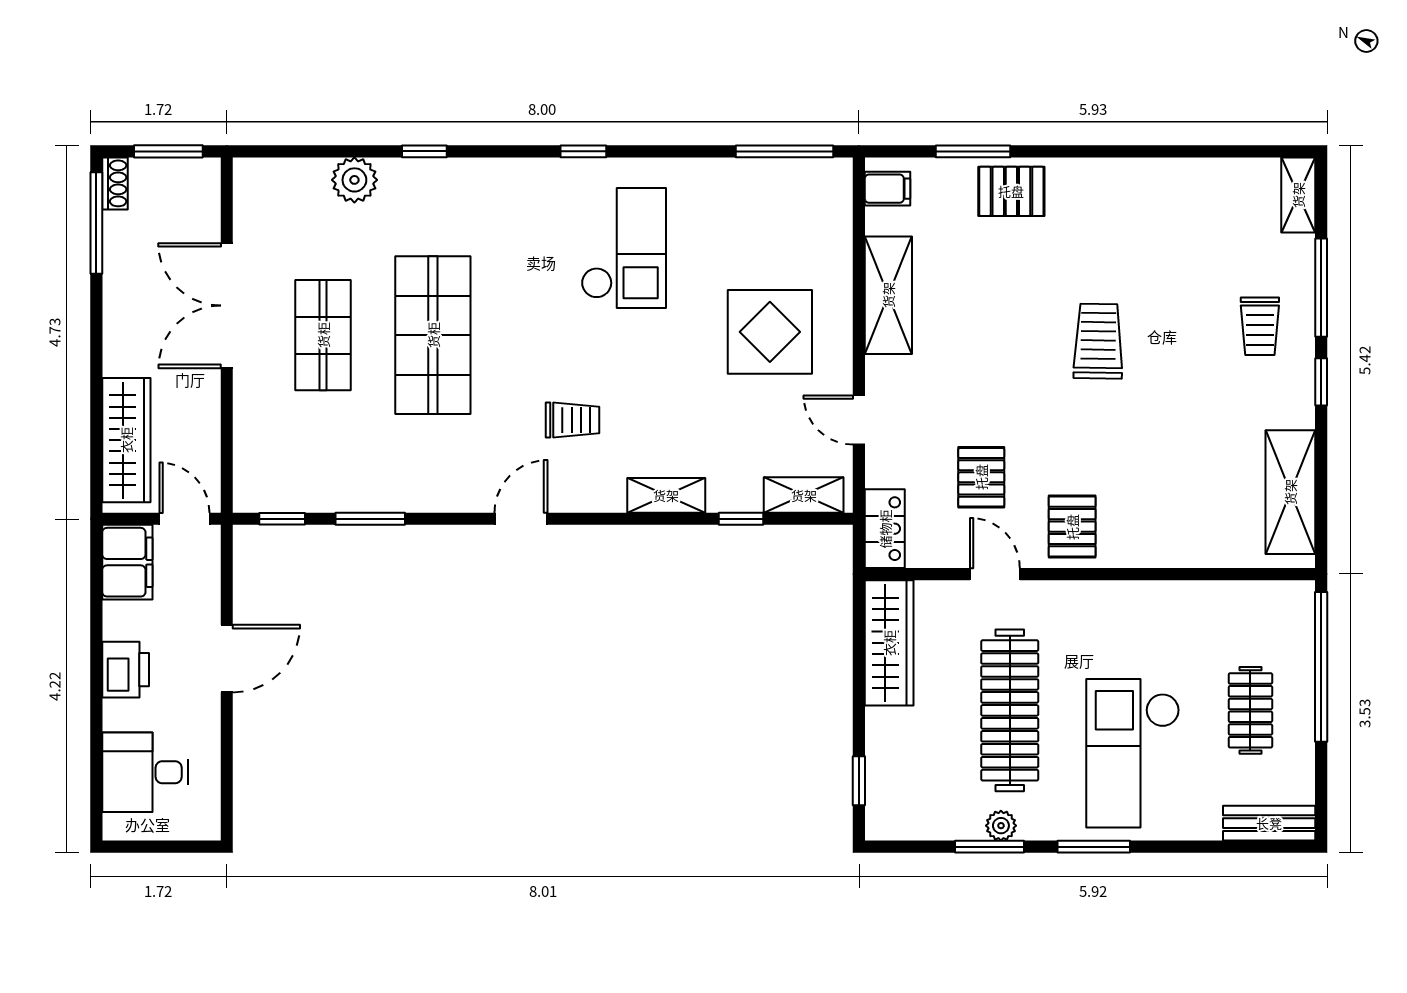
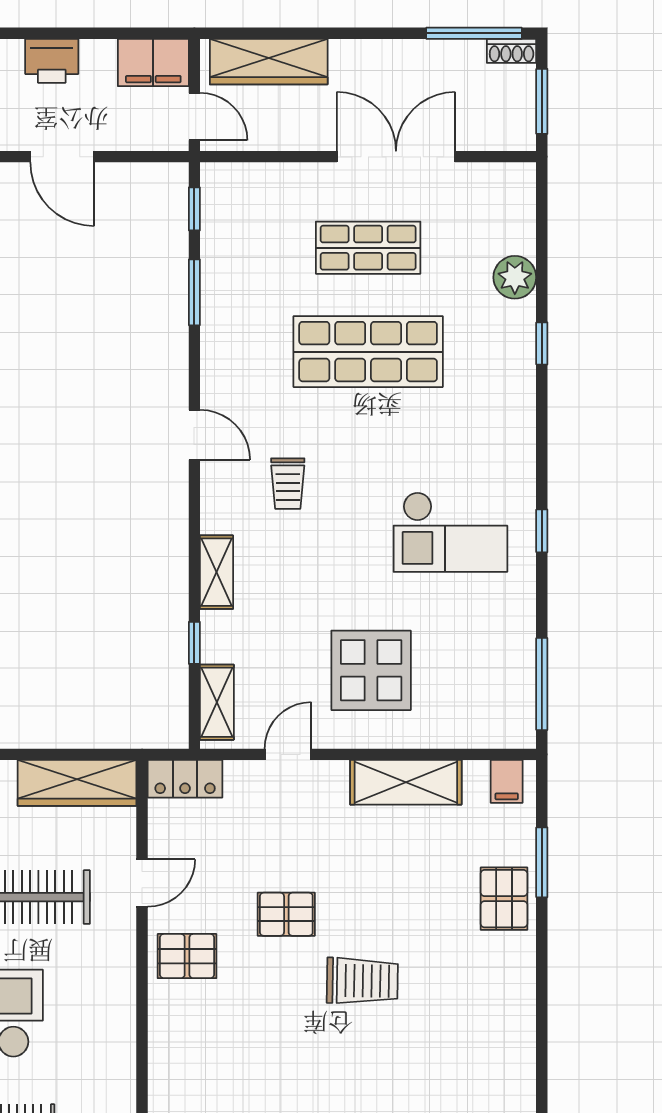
window: (583, 151) -> (542, 531), moved
pallet: (981, 477) -> (286, 914), moved
door: (184, 519) -> (194, 117), hinge flipped

